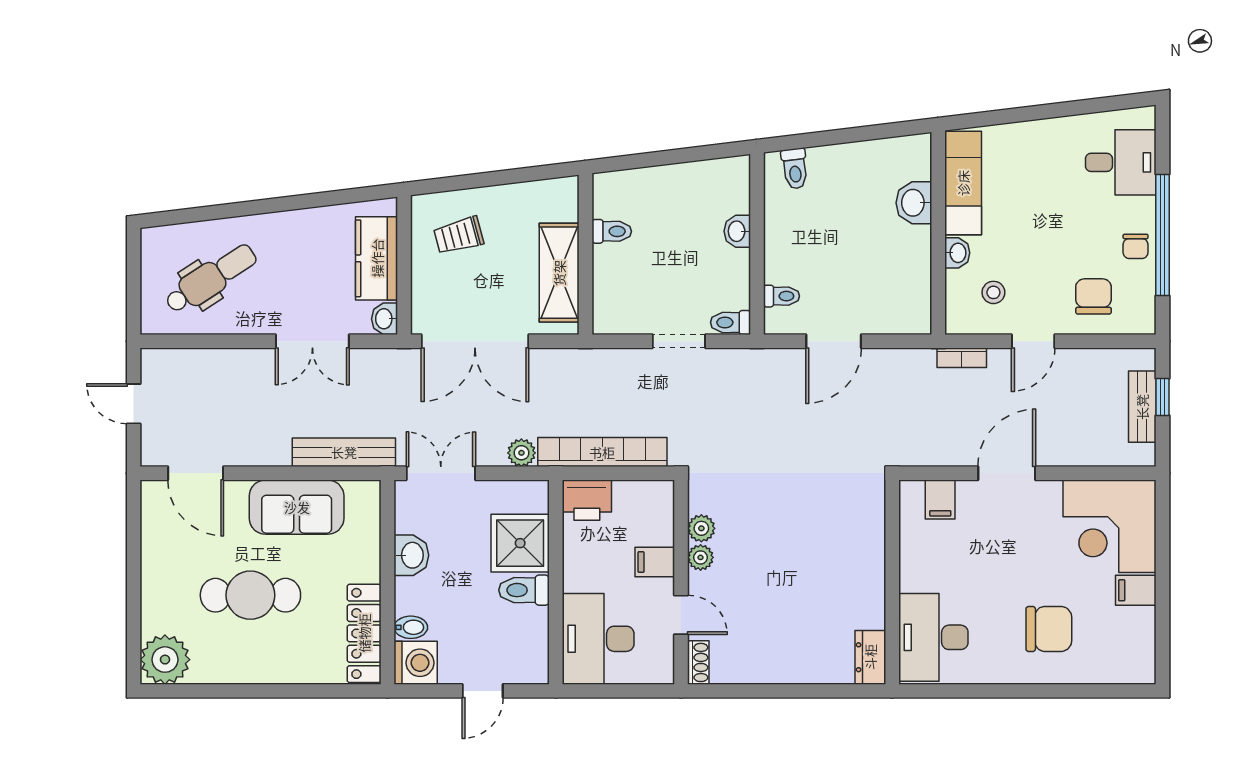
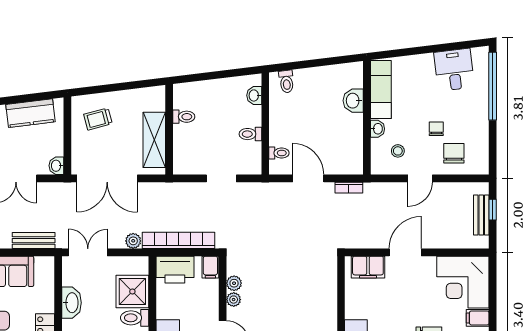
desk: (1121, 162) -> (454, 70), moved, turned -97
washbasin: (737, 231) -> (254, 95), moved
window: (1163, 235) -> (493, 86), moved
chair: (1136, 246) -> (436, 129), moved, turned 180
kitchen counter: (377, 258) -> (31, 113), moved, turned -97
toilet: (730, 322) -> (250, 134), moved
door: (834, 341) -> (308, 178), swing flipped
bookcase: (962, 358) -> (349, 188), moved
bench: (344, 452) -> (34, 241), width x0.73
printer: (587, 500) -> (175, 270), width x1.37, depth x1.19
filing cabinet: (940, 500) -> (368, 267), width x2.00
washbasin: (411, 555) -> (71, 303), width x1.38
filing cabinet: (655, 562) -> (210, 267), moved, turned -90

